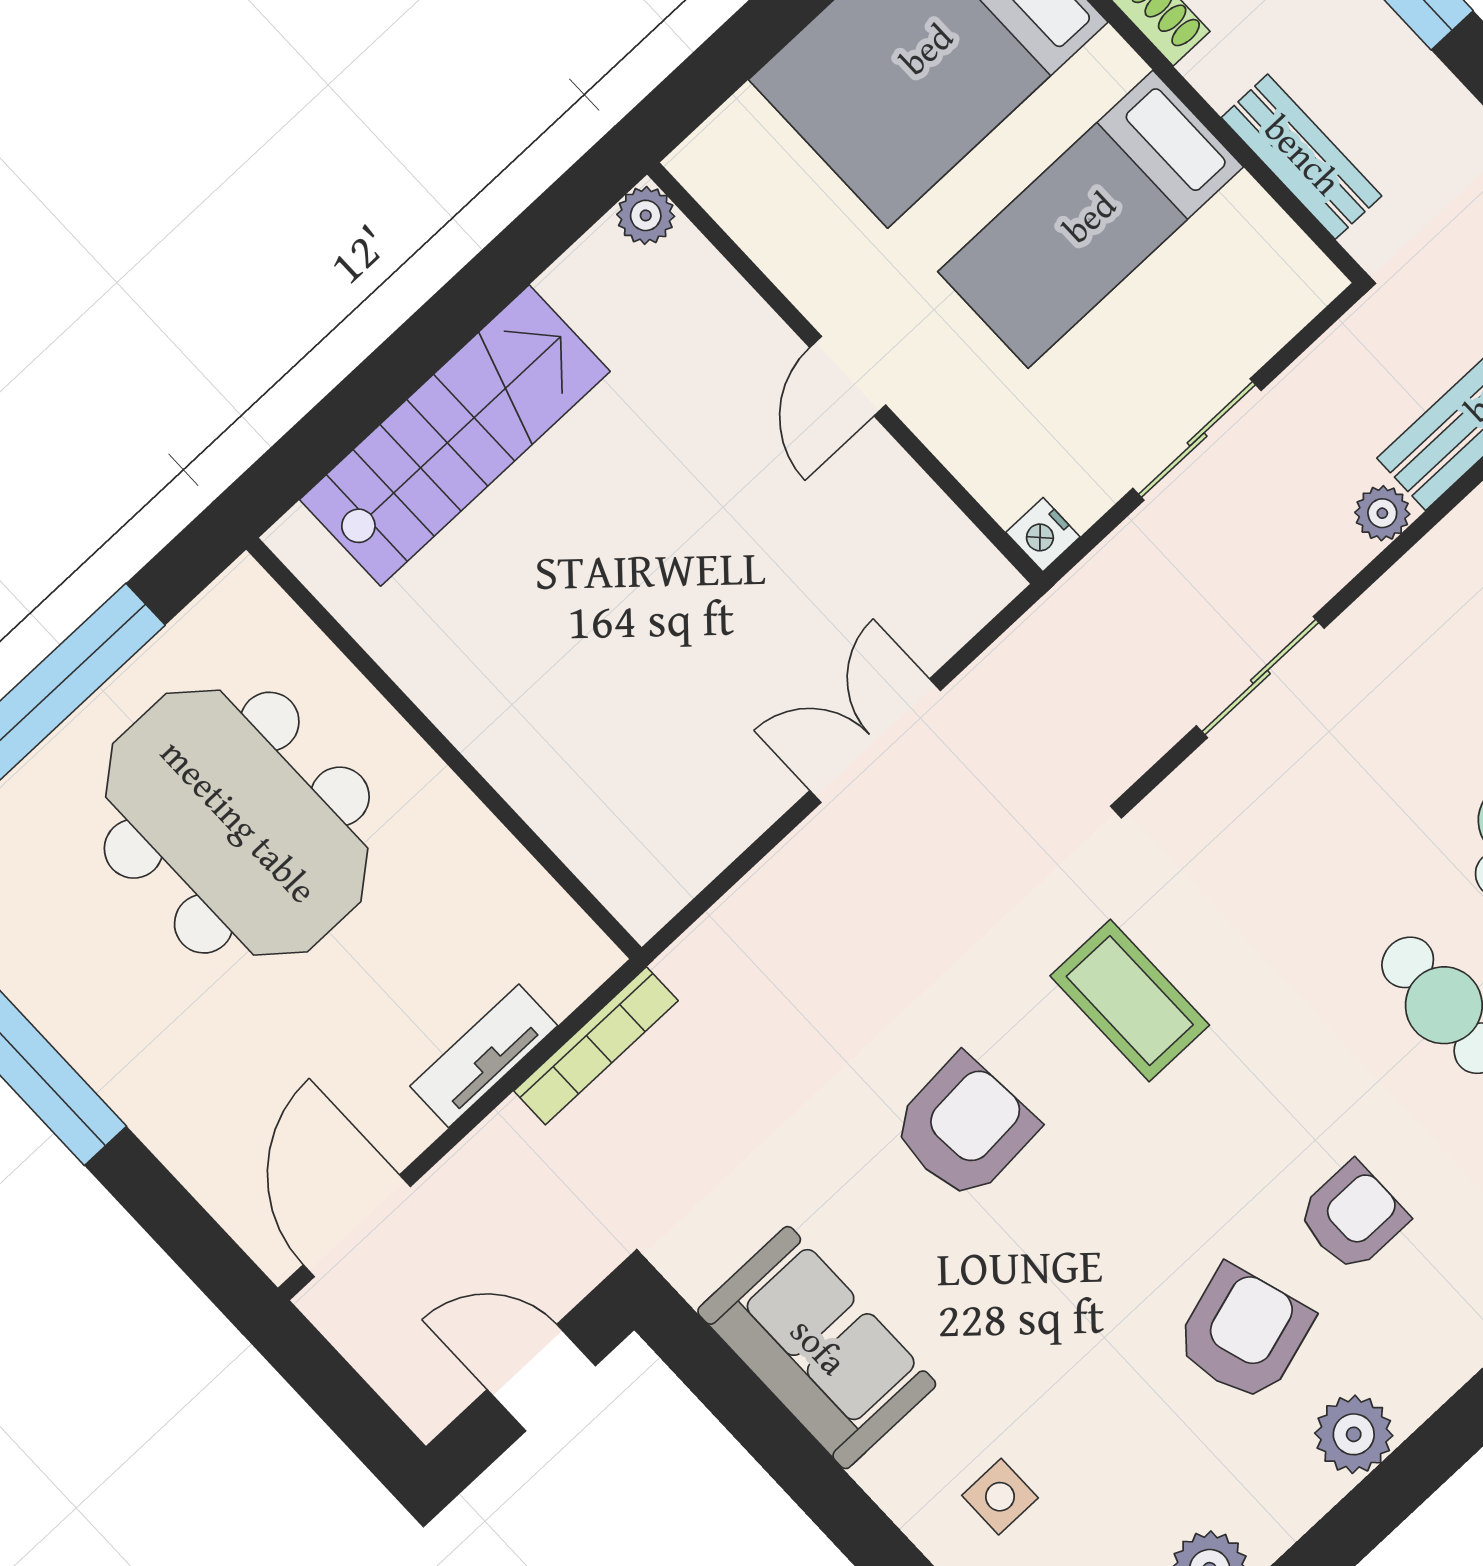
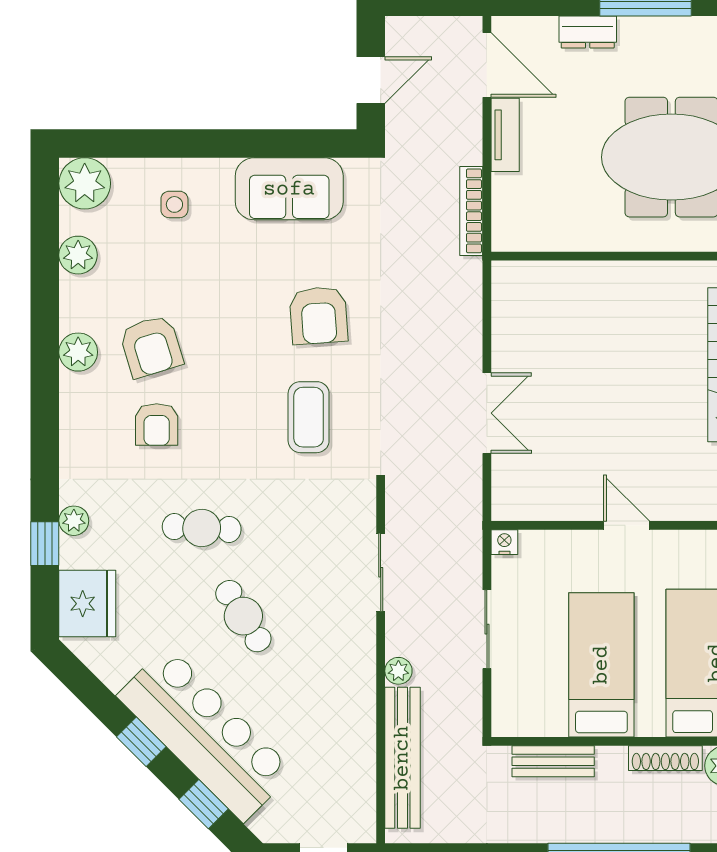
coffee table: (1130, 1001) -> (309, 417), turned 90
tv unit: (484, 1056) -> (505, 135), moved
dresser: (167, 1122) -> (588, 32), added

